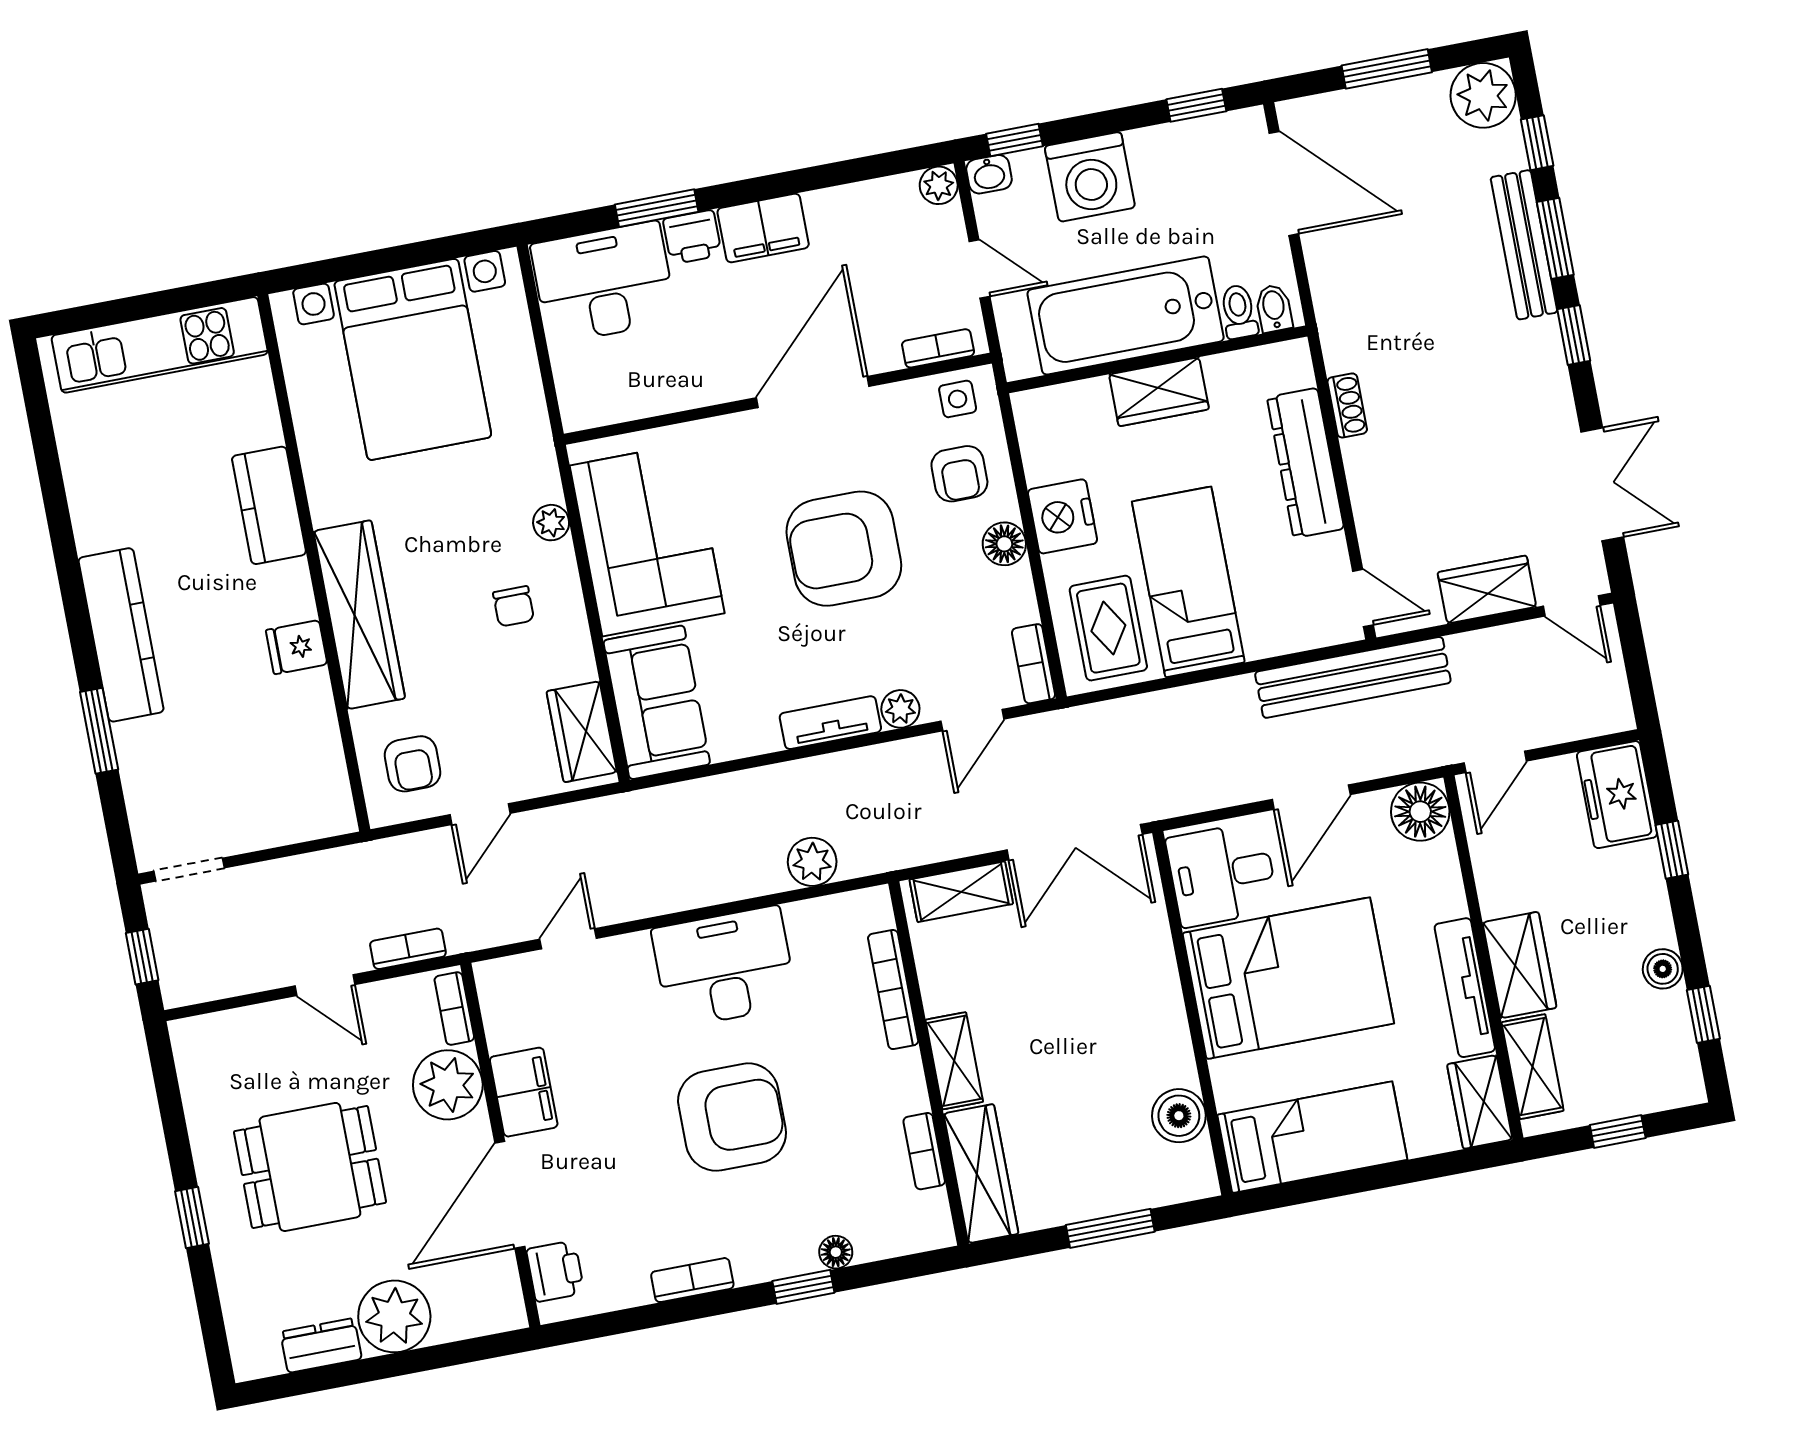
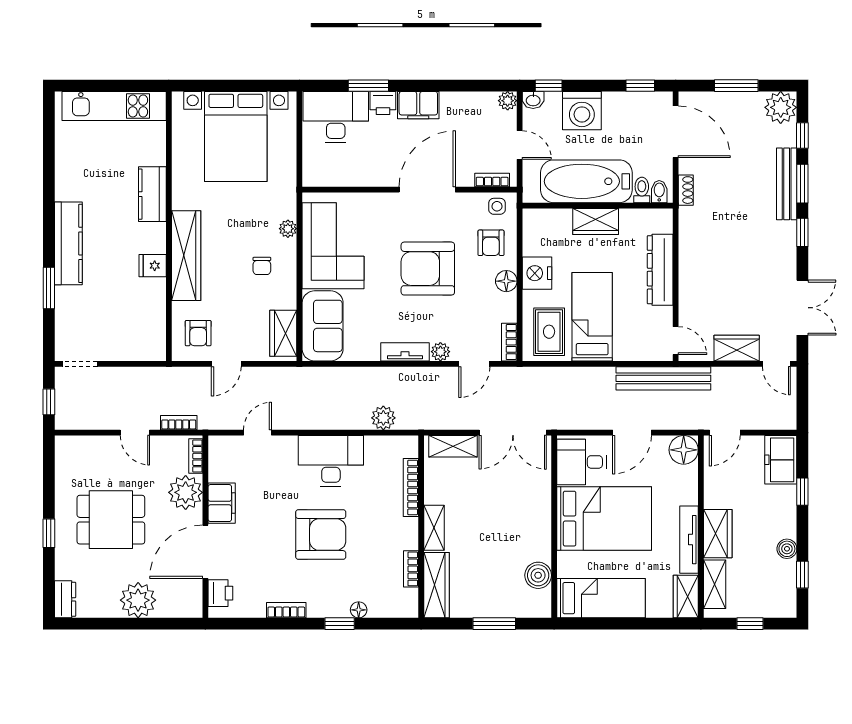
shoe rack: (1347, 405) -> (686, 190), moved
dresser: (321, 1345) -> (65, 599), moved, turned 90

